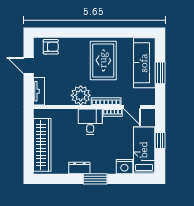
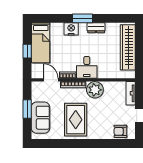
sofa: (144, 63) -> (40, 118), width x0.73
nightstand: (124, 167) -> (71, 29), moved

